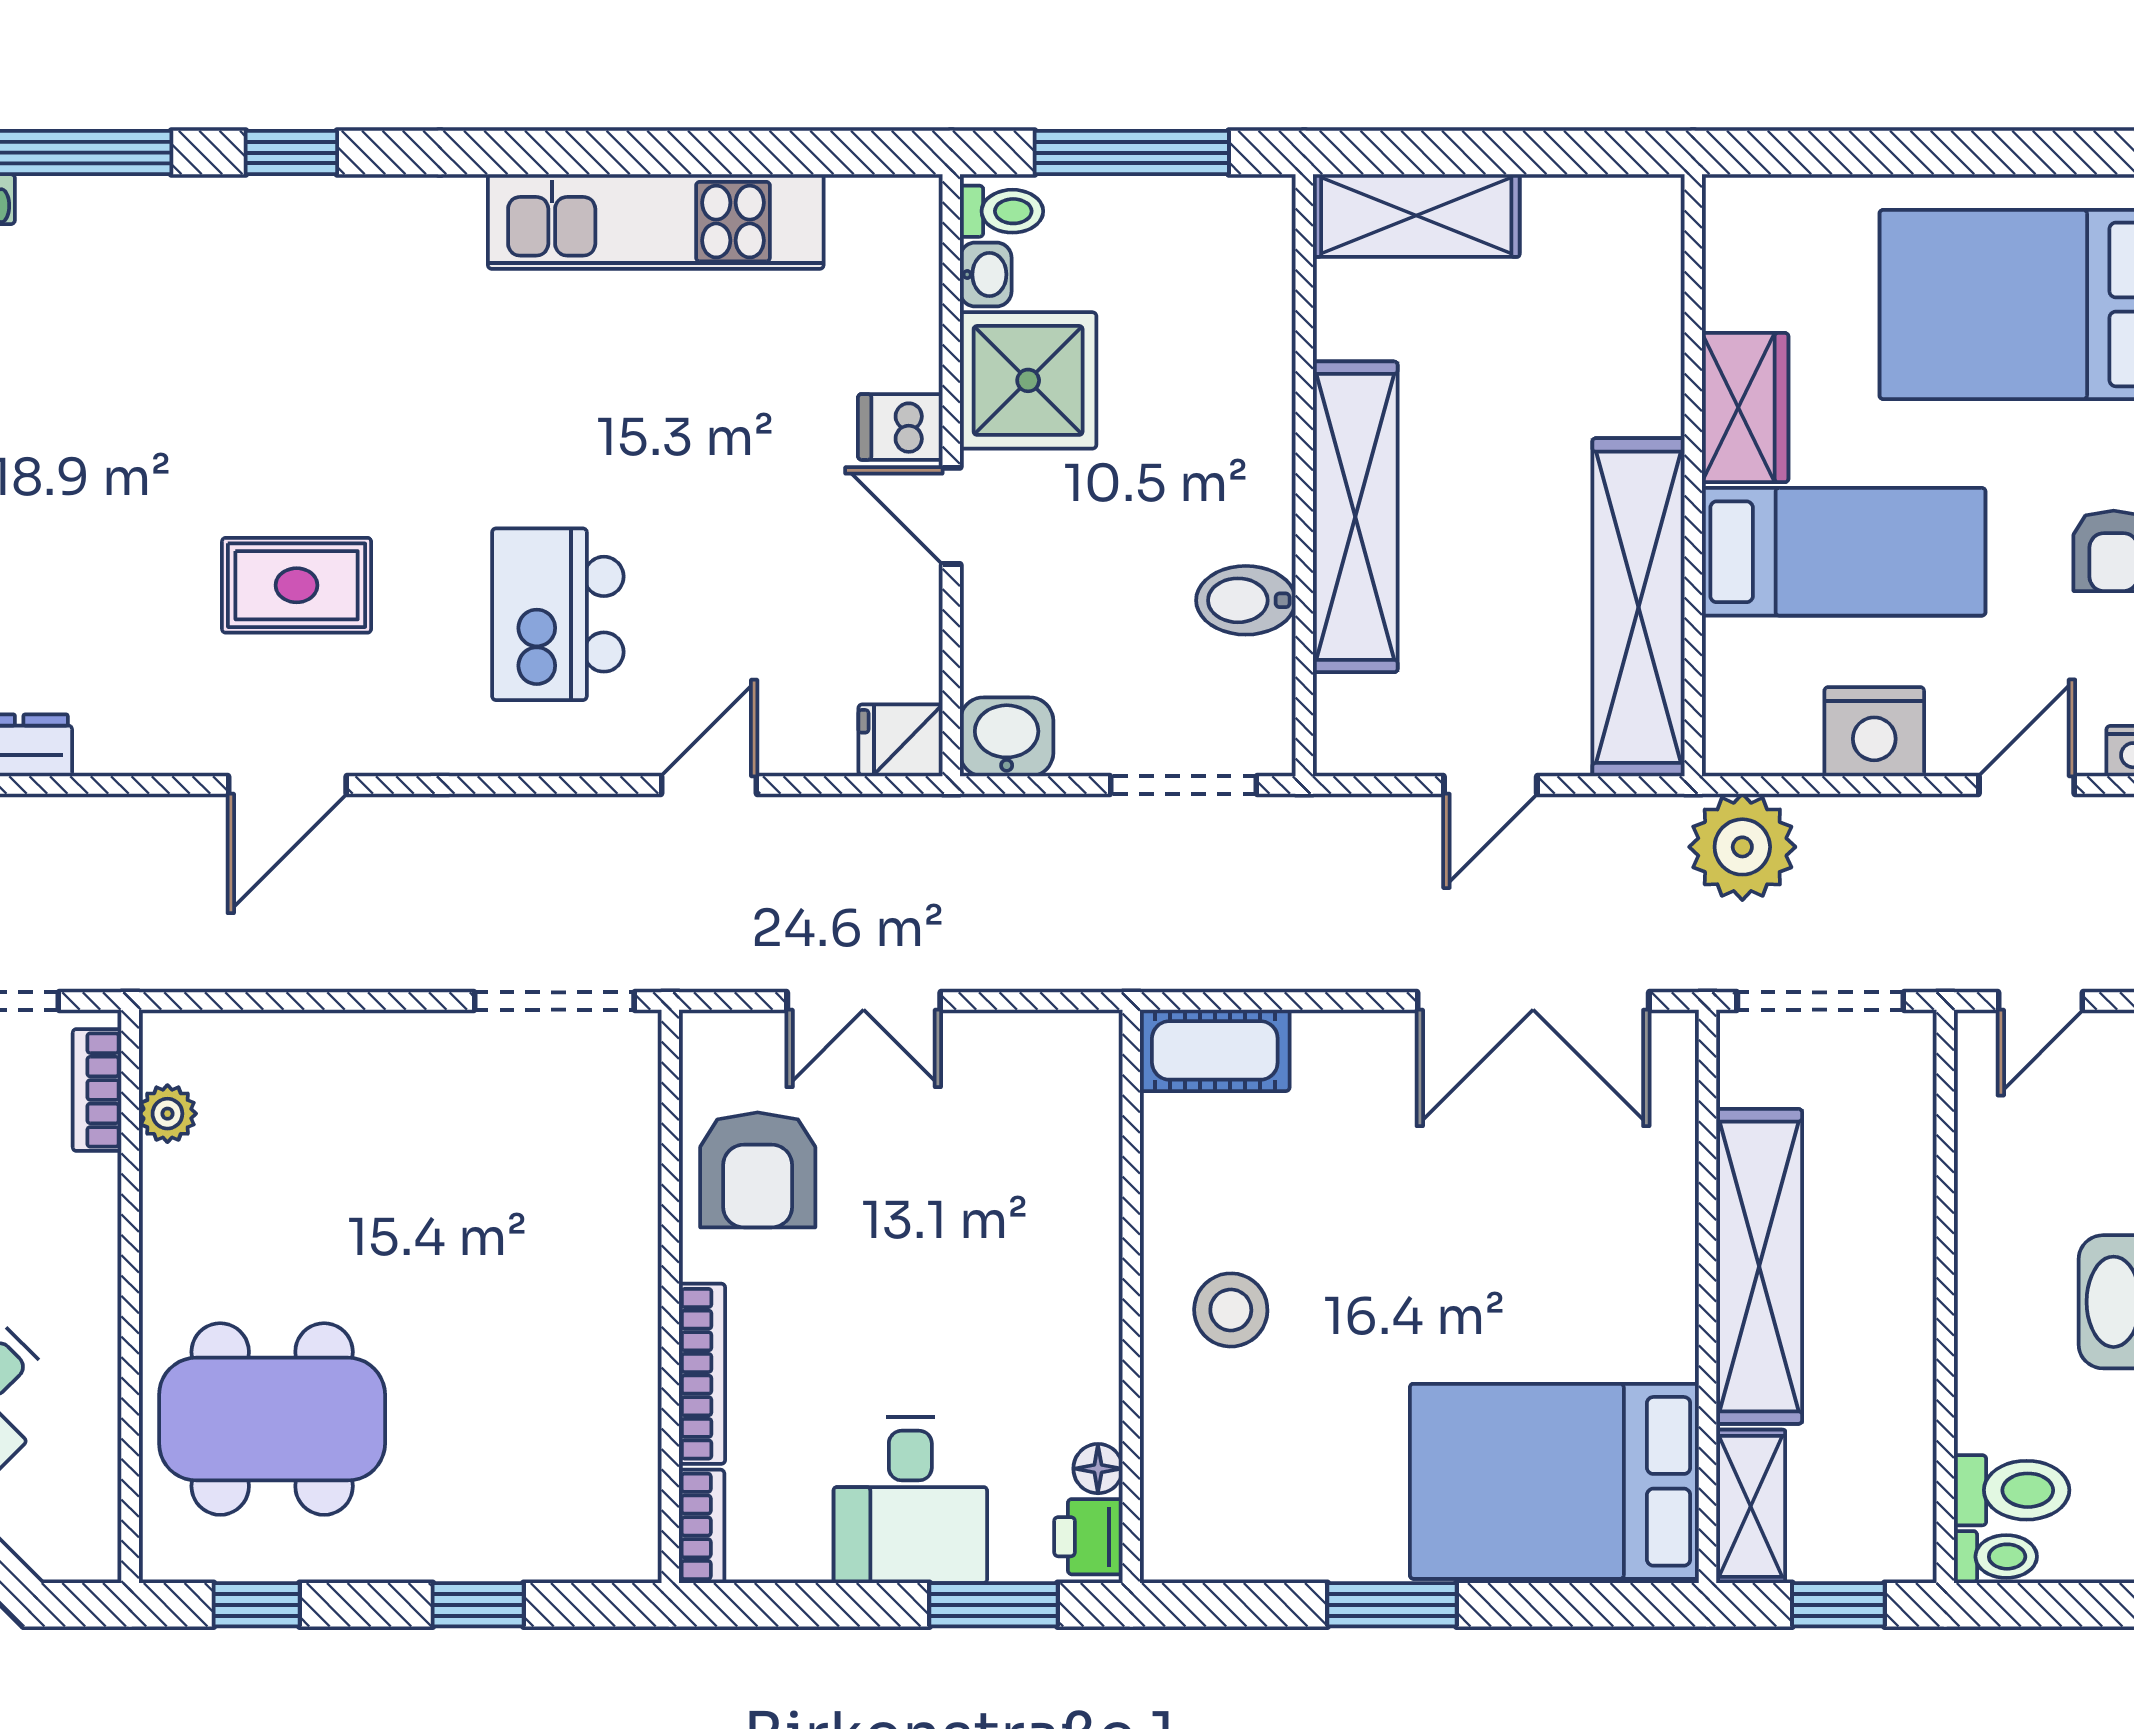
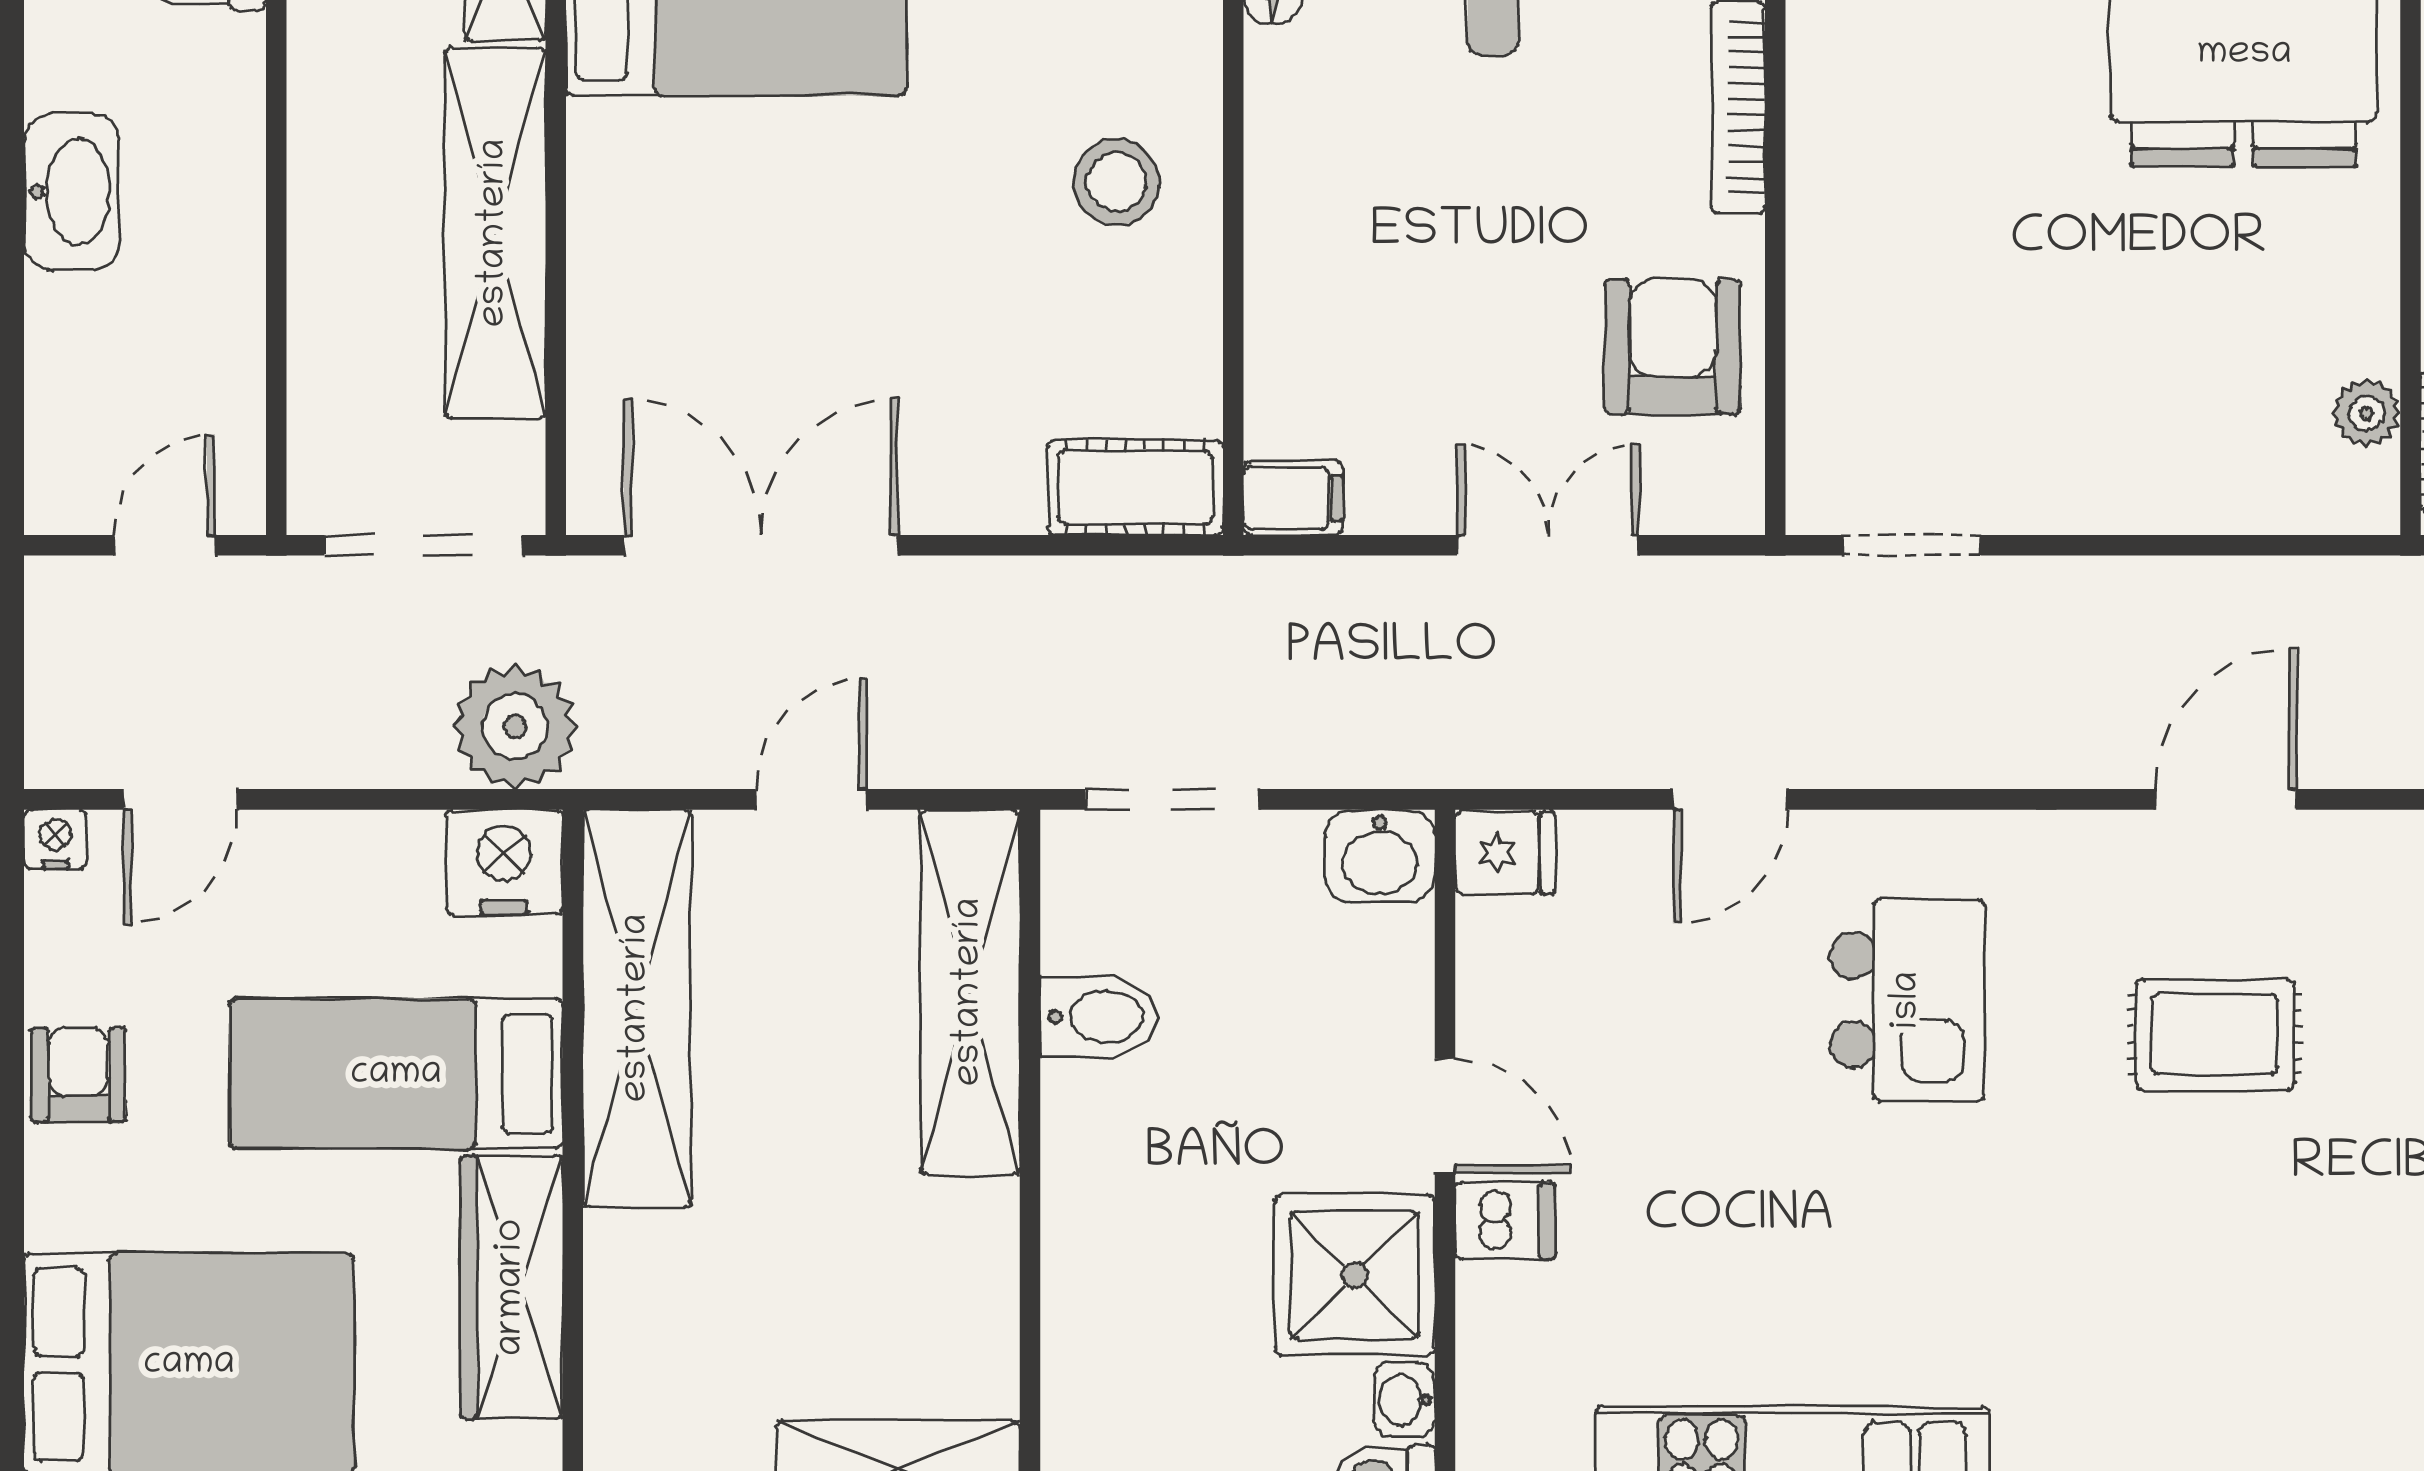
wardrobe: (1745, 408) -> (512, 1287), width x1.50
shelving: (1355, 517) -> (970, 992), moved
nightstand: (1874, 732) -> (504, 862), moved
doorway: (554, 1001) -> (1912, 545), width x0.73
filing cabinet: (1080, 1041) -> (1293, 498), added

